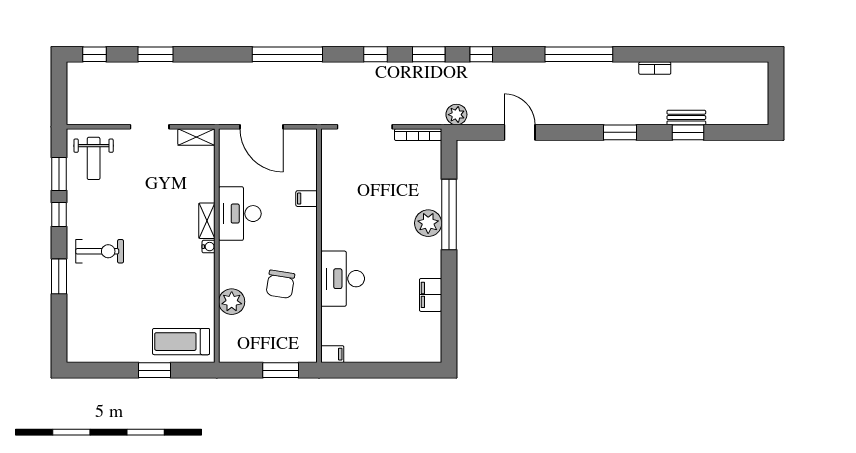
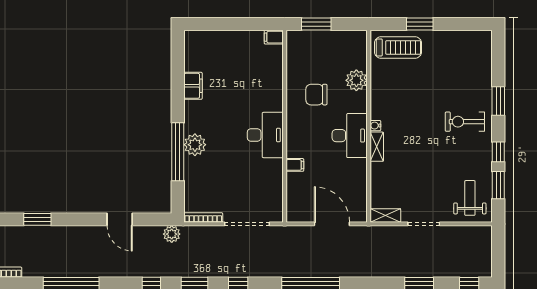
desk: (240, 214) -> (350, 136), moved
desk: (343, 279) -> (265, 135), moved
chair: (280, 284) -> (316, 95), turned -99

